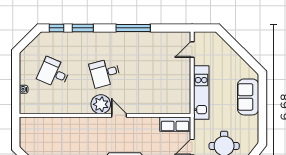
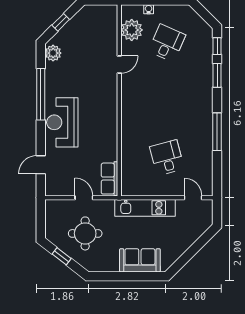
desk: (105, 73) -> (167, 158), moved
plant: (101, 104) -> (132, 30), moved
door: (119, 115) -> (119, 65), moved

